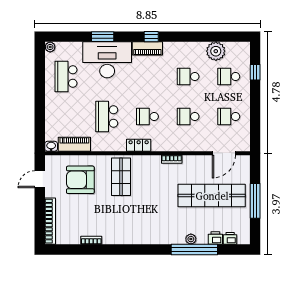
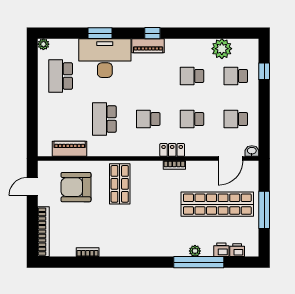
locker: (139, 145) -> (172, 150), moved
washbasin: (51, 146) -> (252, 151), moved

